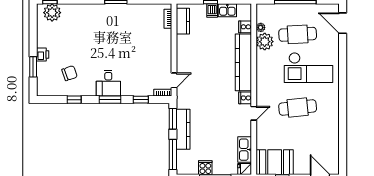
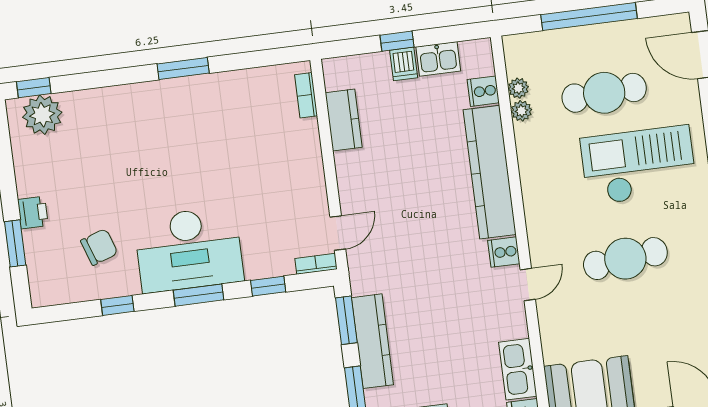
kitchen counter: (183, 21) -> (344, 120), moved
plant: (265, 42) -> (521, 111), width x0.53, depth x0.53
checkout: (309, 68) -> (639, 165), turned 180
desk: (108, 83) -> (189, 250), width x1.87, depth x1.30

